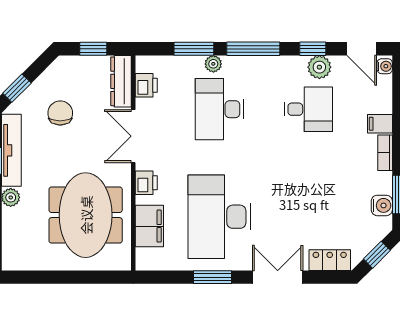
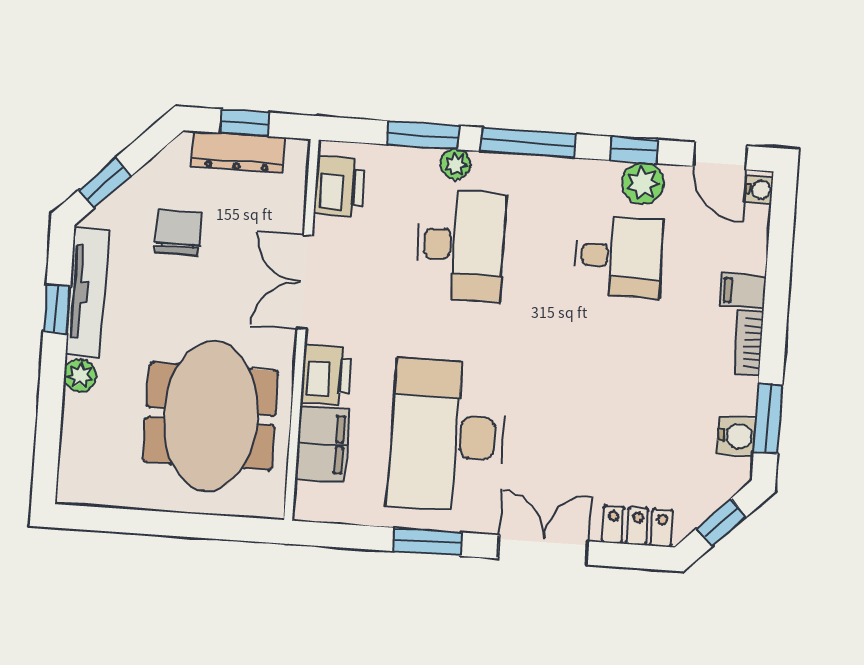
dresser: (121, 81) -> (238, 152), moved, turned -90
printer: (146, 85) -> (339, 187), width x1.36, depth x1.24
desk: (219, 109) -> (461, 245), turned 180
printer: (146, 183) -> (326, 375), width x1.36, depth x1.24

